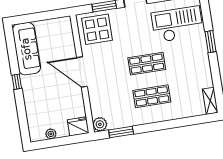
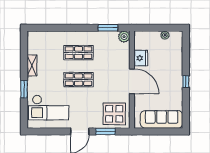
sofa: (26, 49) -> (162, 119), moved, turned 90
shelving: (210, 101) -> (32, 66), moved
fridge: (78, 126) -> (141, 58), moved, turned -90

